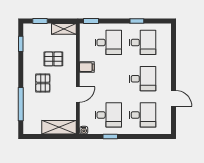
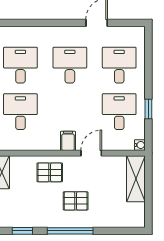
pallet: (53, 59) -> (50, 172), moved, turned 90
filing cabinet: (87, 67) -> (68, 141), moved
door: (78, 94) -> (91, 153), hinge flipped
window: (21, 104) -> (70, 231), moved

